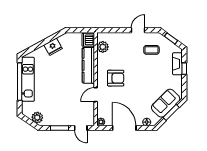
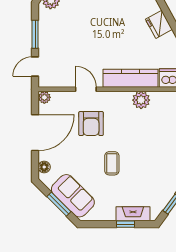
plant: (103, 47) -> (141, 100), moved
coffee table: (151, 50) -> (112, 163), moved
armchair: (116, 78) -> (91, 124), moved

